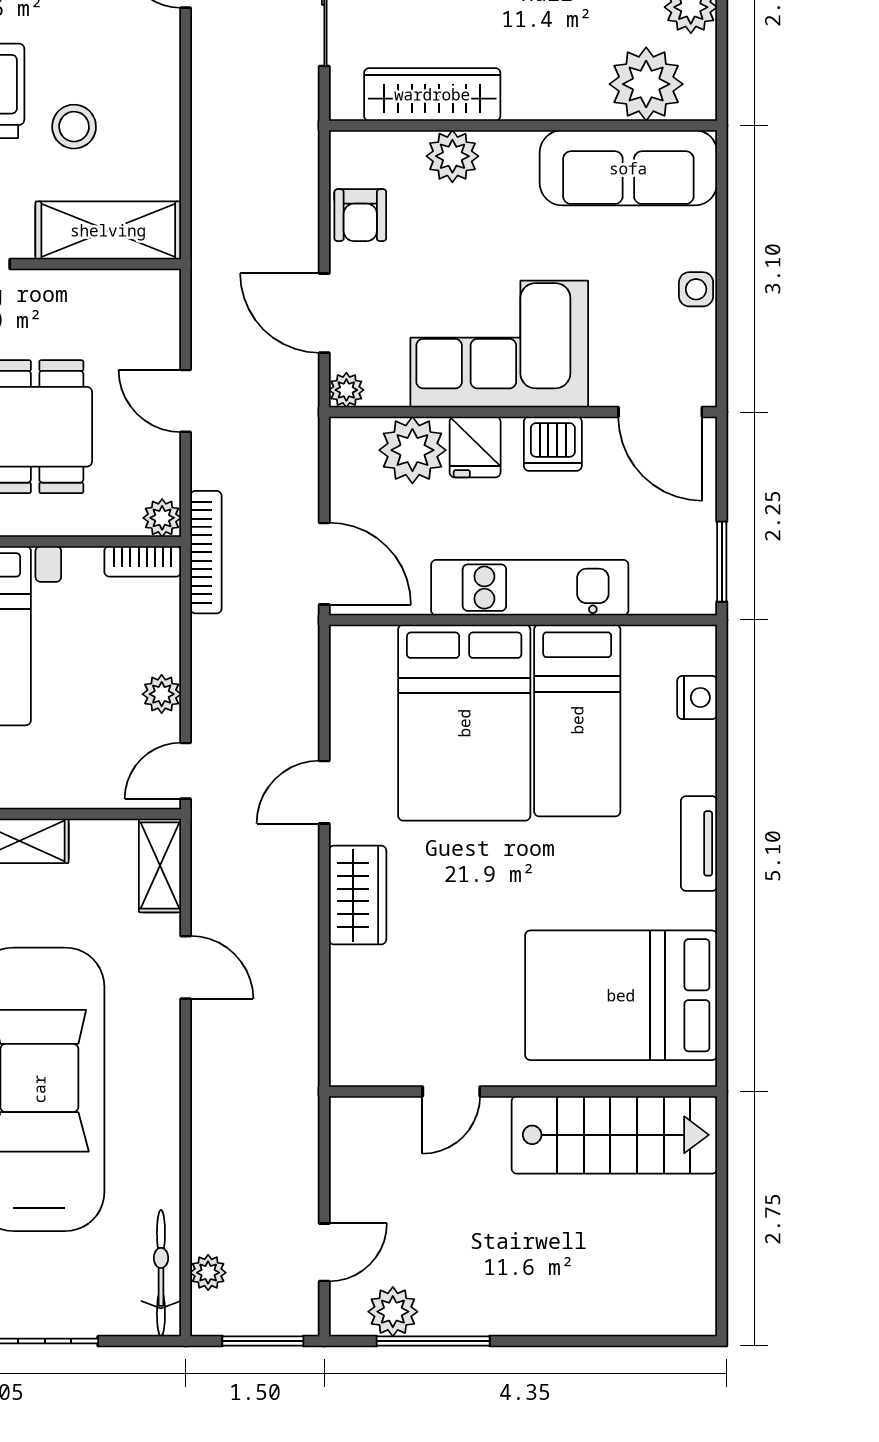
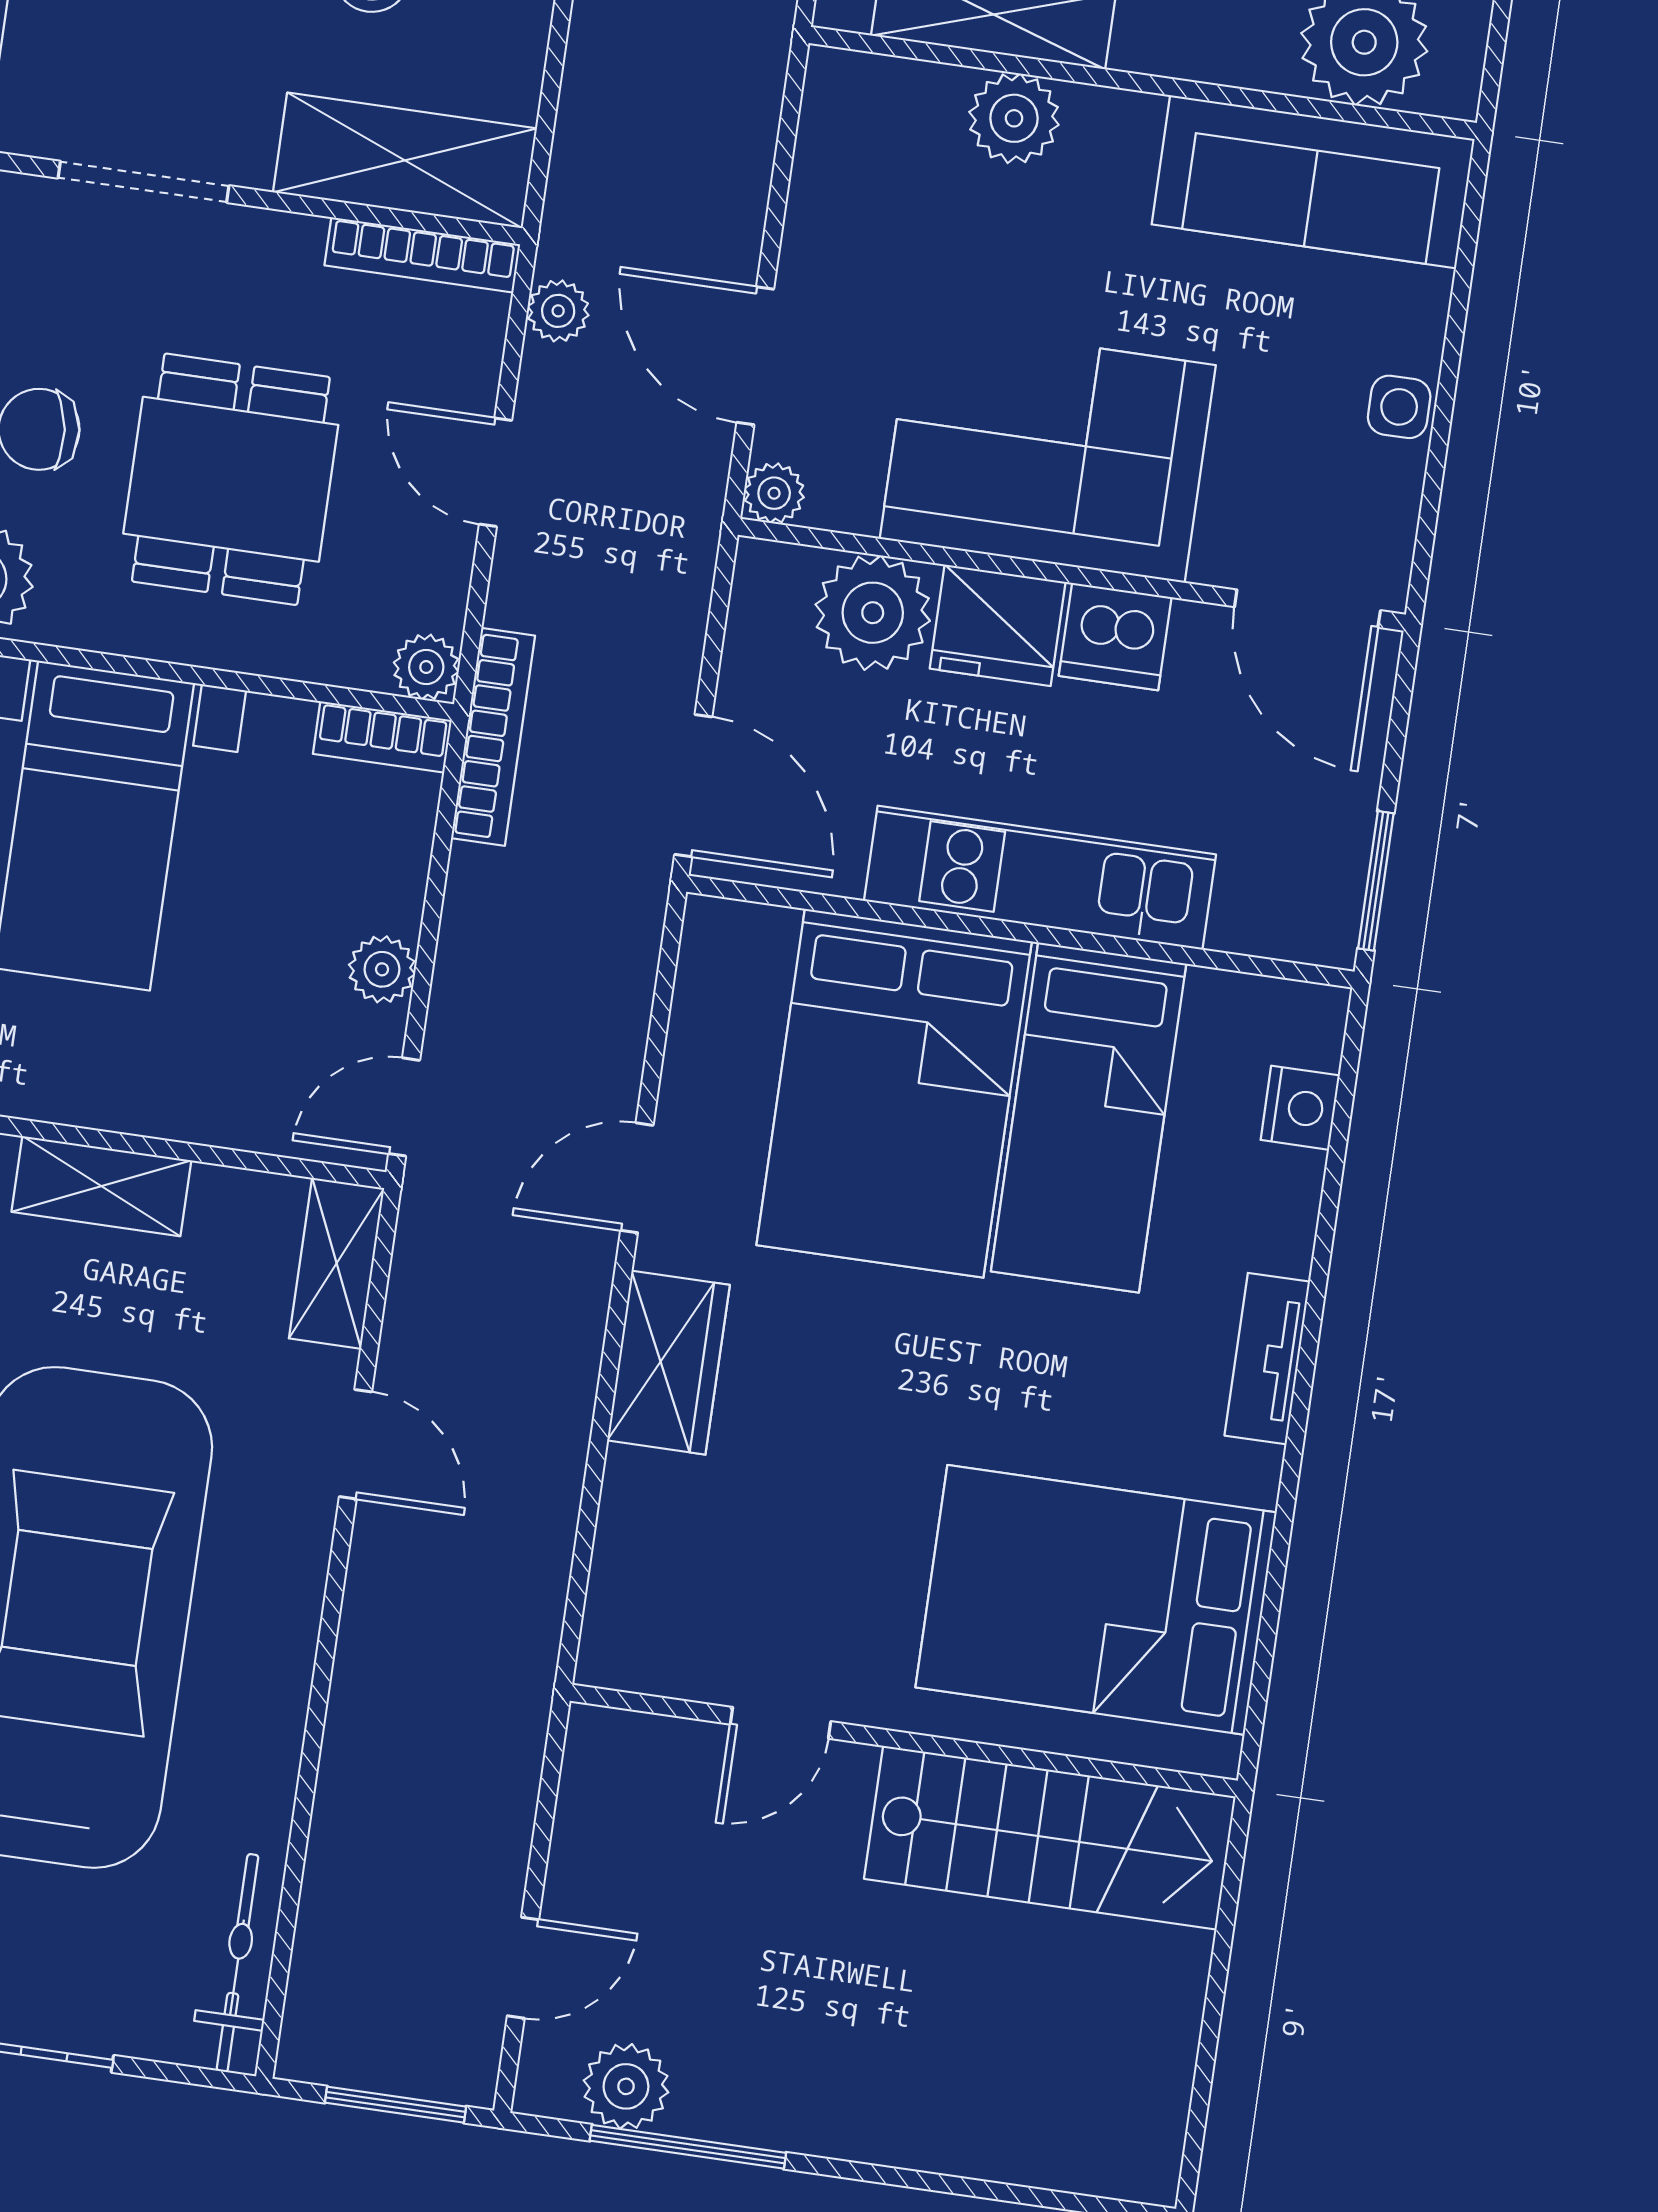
armchair: (360, 215) -> (841, 197), removed
bookcase: (126, 283) -> (422, 255), added
fridge: (475, 447) -> (998, 625), width x1.38
plant: (208, 1273) -> (558, 311), moved

